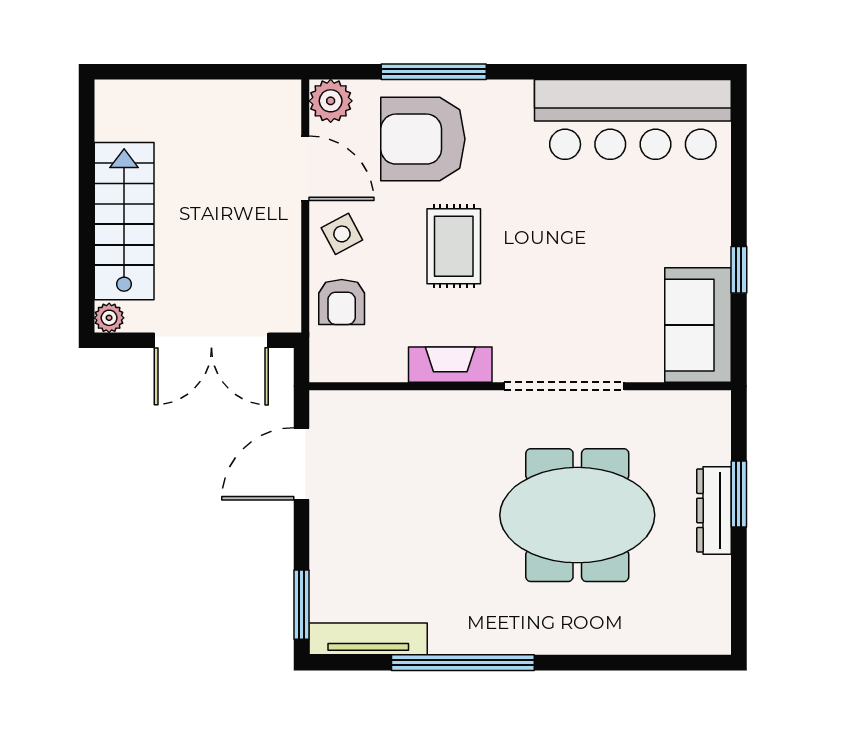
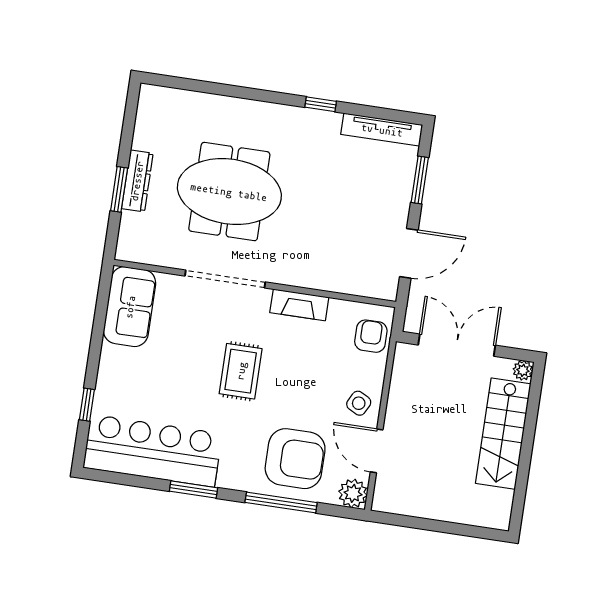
window: (564, 72) -> (194, 489), added
side table: (342, 234) -> (359, 403), turned -35
rug: (454, 246) -> (241, 371), moved
window: (739, 270) -> (87, 405), moved
armchair: (342, 302) -> (371, 336), moved
window: (301, 605) -> (420, 180), moved
window: (463, 663) -> (321, 104), width x0.32

